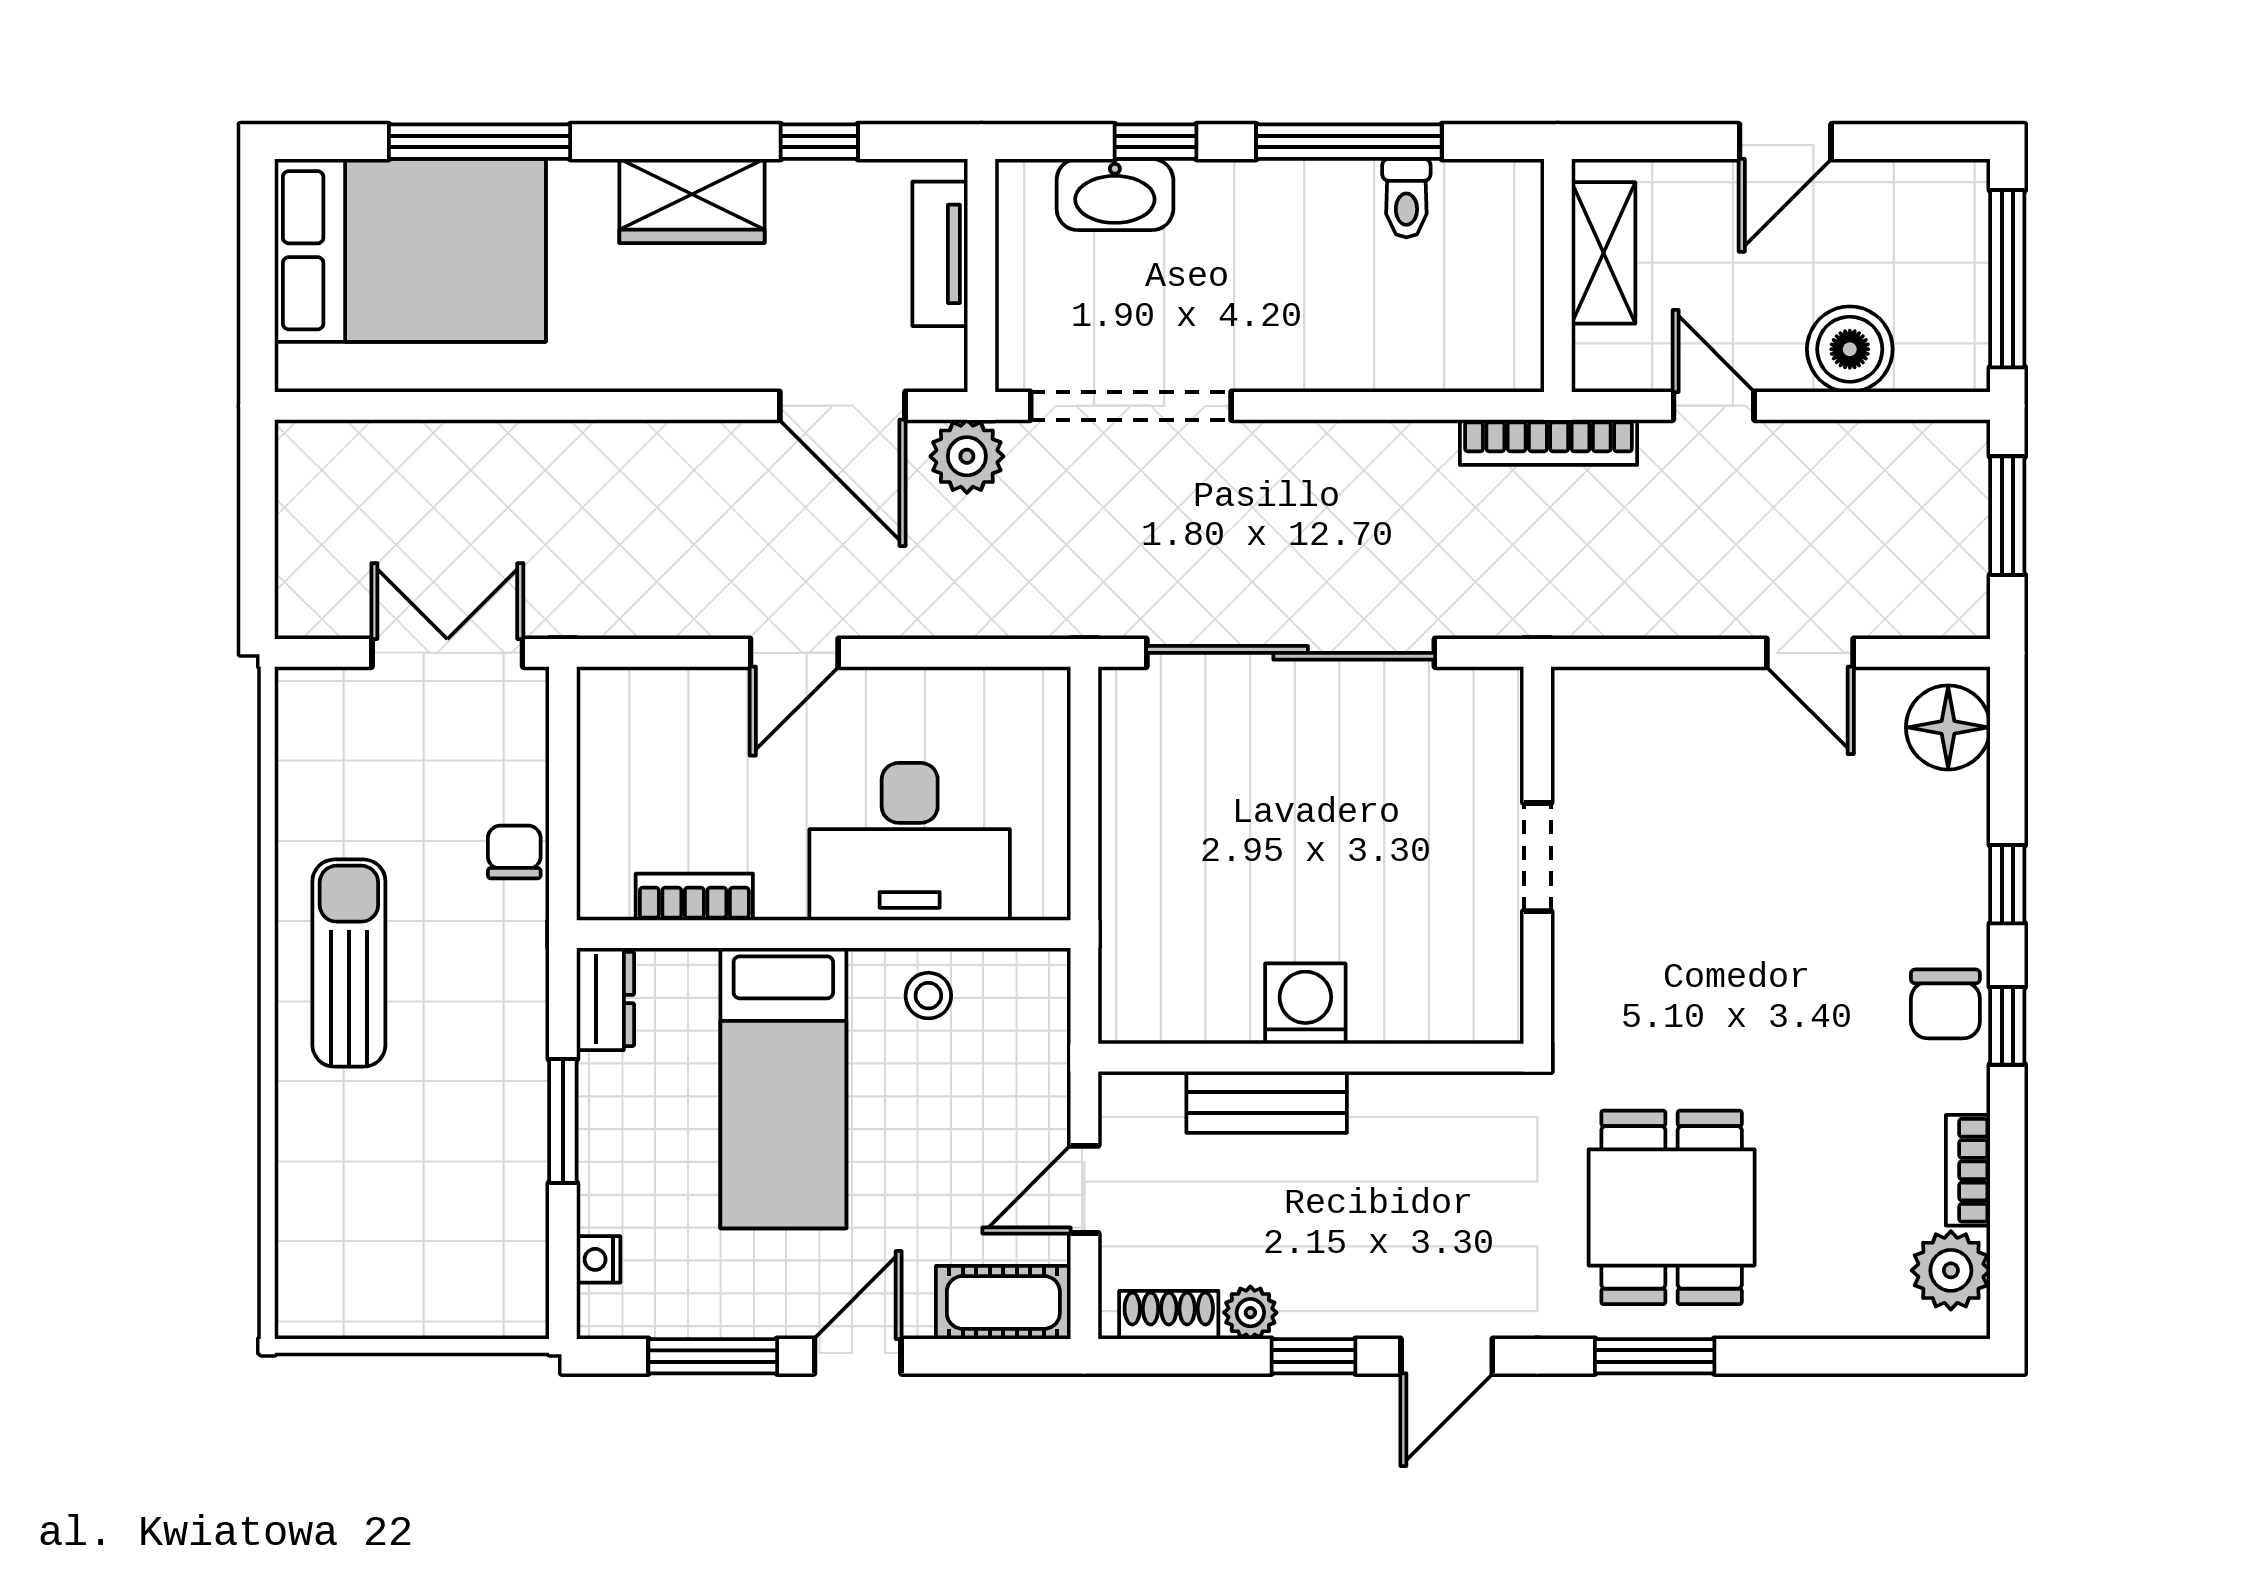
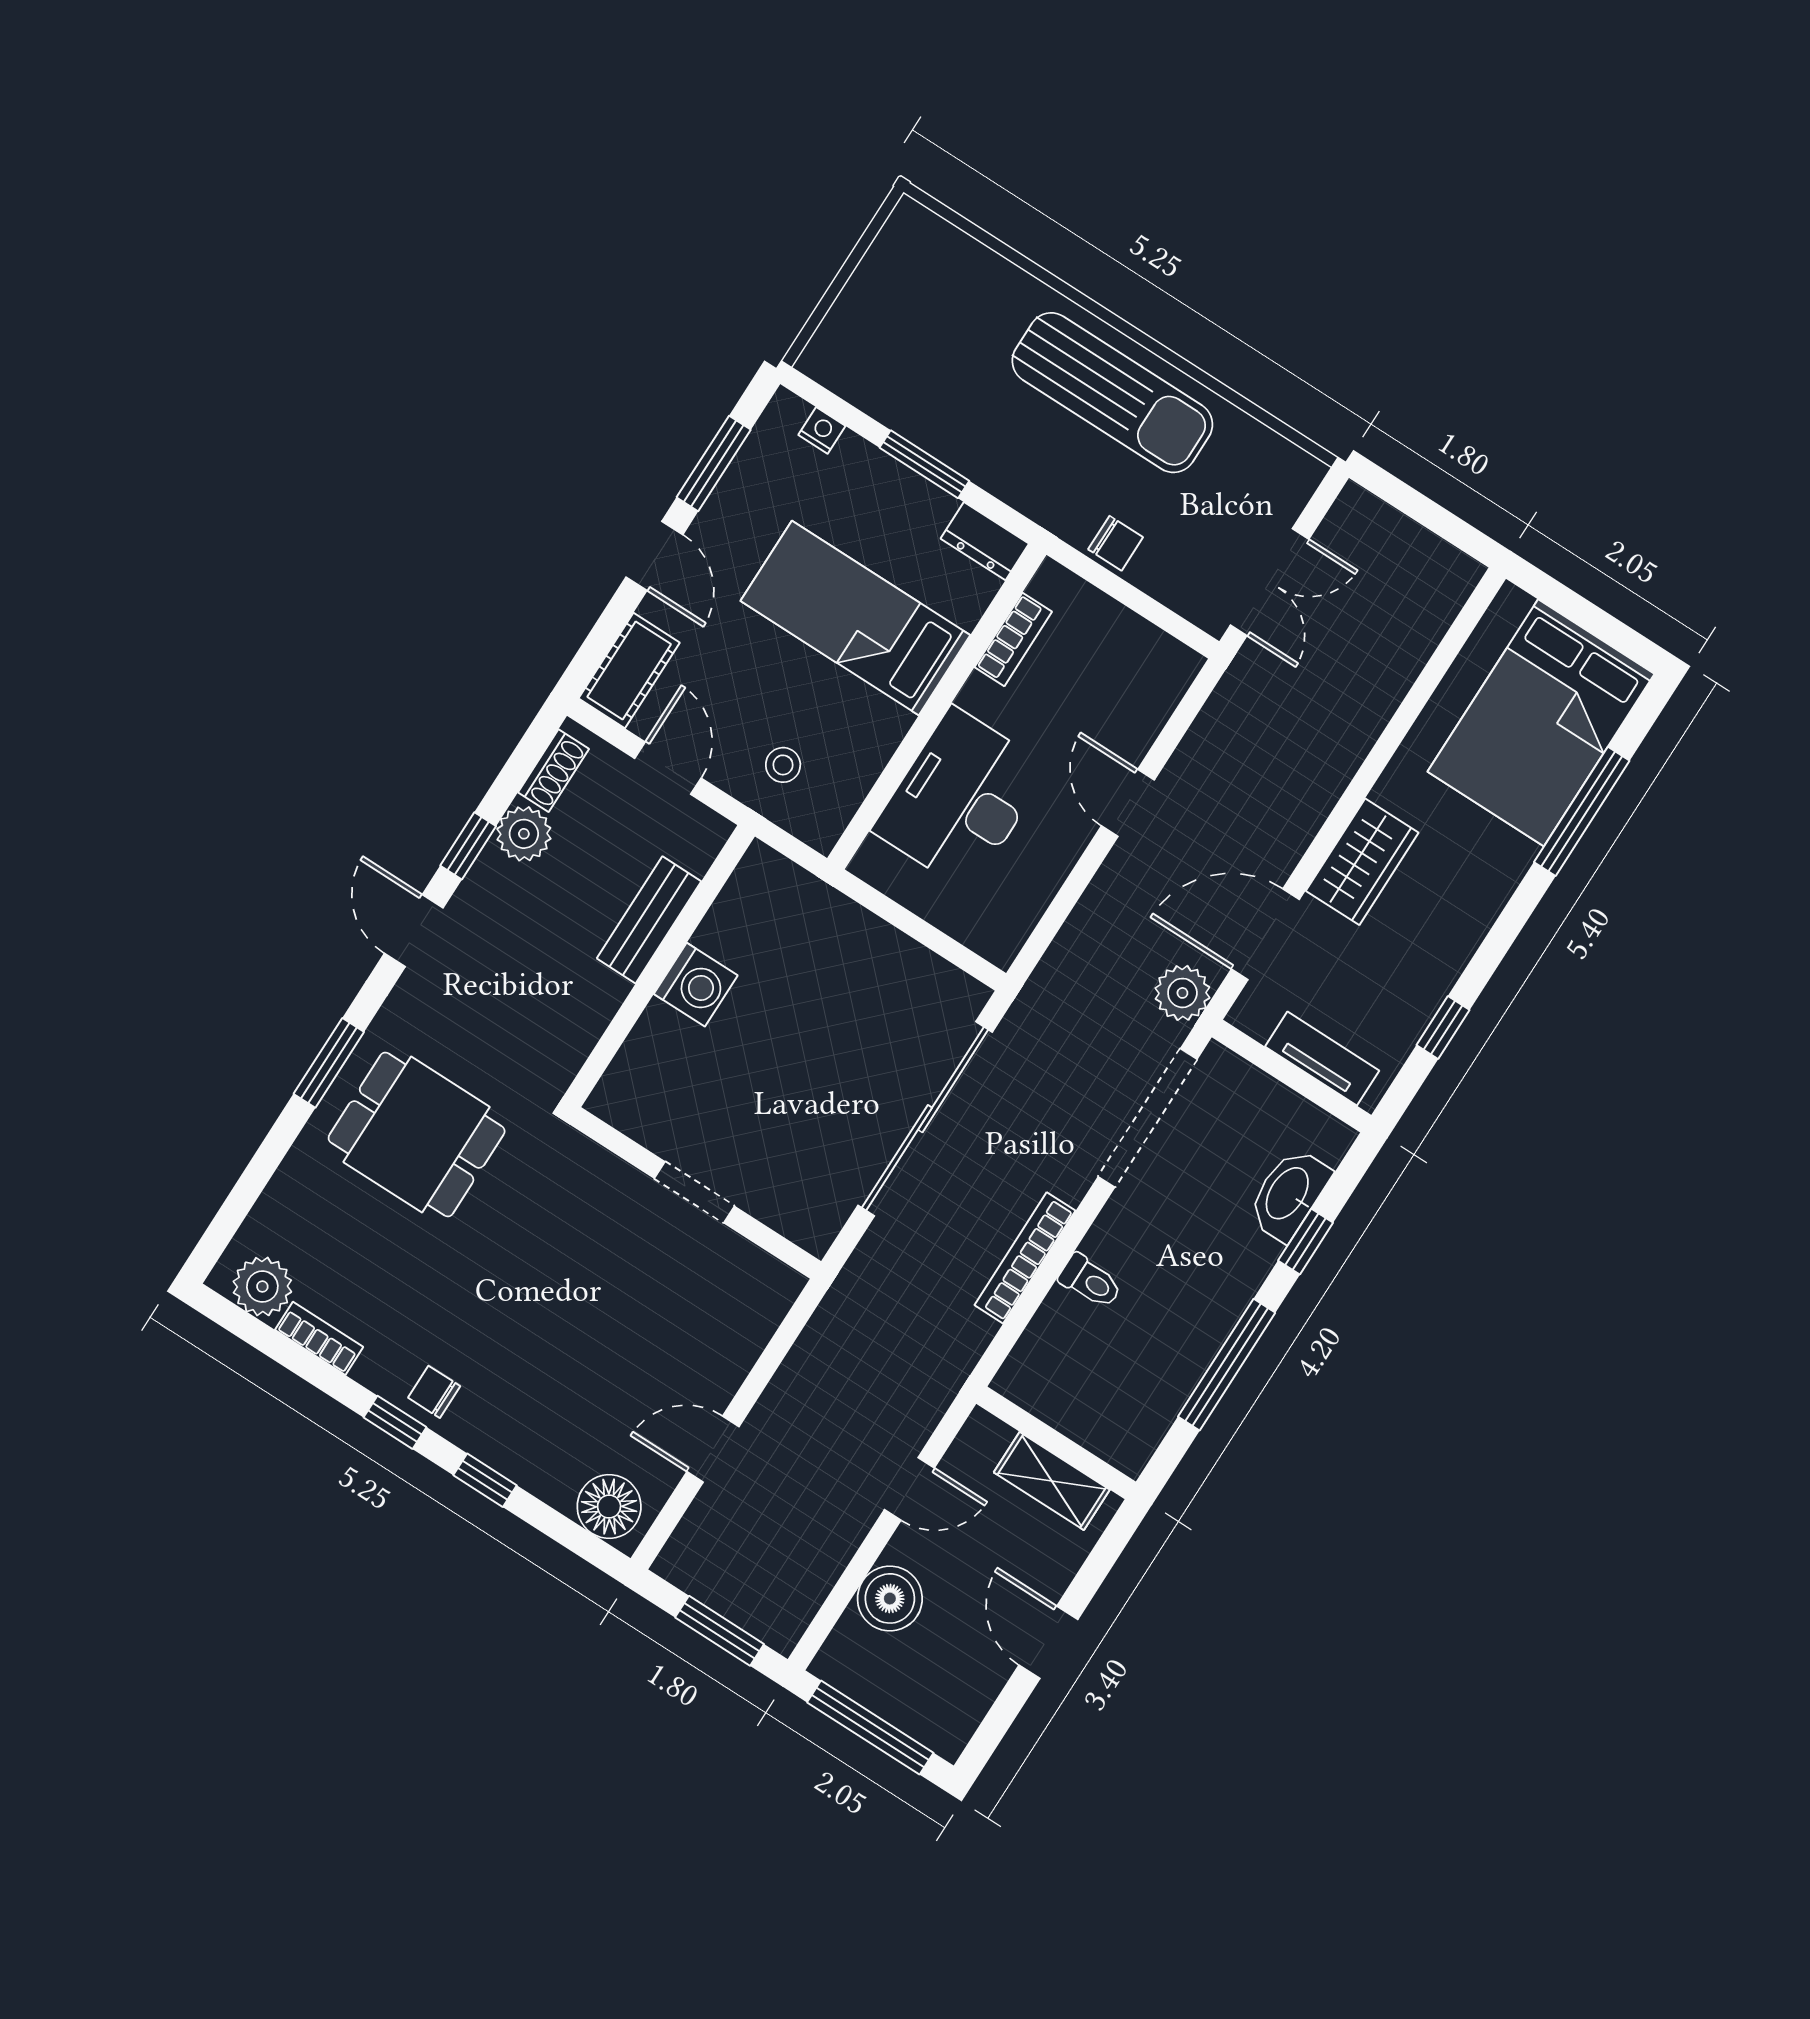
toilet: (1406, 198) -> (1090, 1281), moved, turned 180
wardrobe: (692, 201) -> (1362, 862), moved, turned 180
bookcase: (1549, 442) -> (1025, 1258), moved
sun lounger: (349, 963) -> (1112, 393), width x1.36, depth x1.34
stool: (928, 996) -> (783, 765), moved
chair: (1945, 1004) -> (434, 1392), width x0.73, depth x0.73
plant: (1250, 1313) -> (524, 834), width x1.38, depth x1.38

